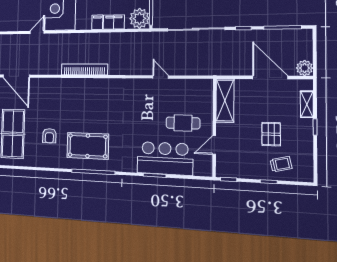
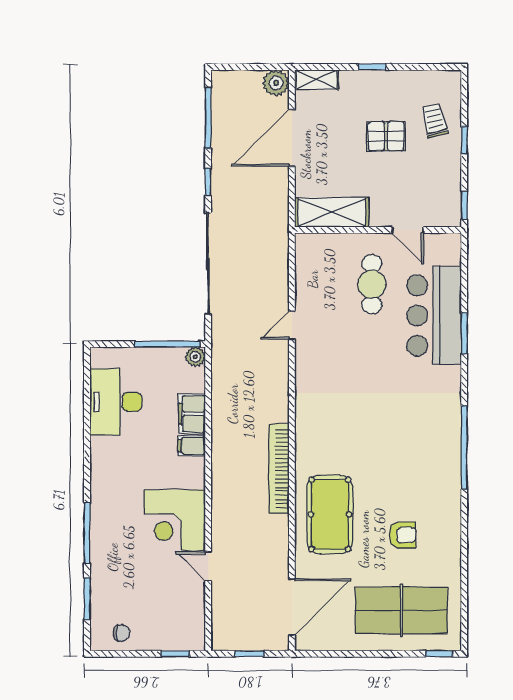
plant: (139, 18) -> (195, 357), width x0.53, depth x0.53
shelving: (307, 104) -> (317, 80), moved
pool table: (88, 146) -> (330, 514), moved

